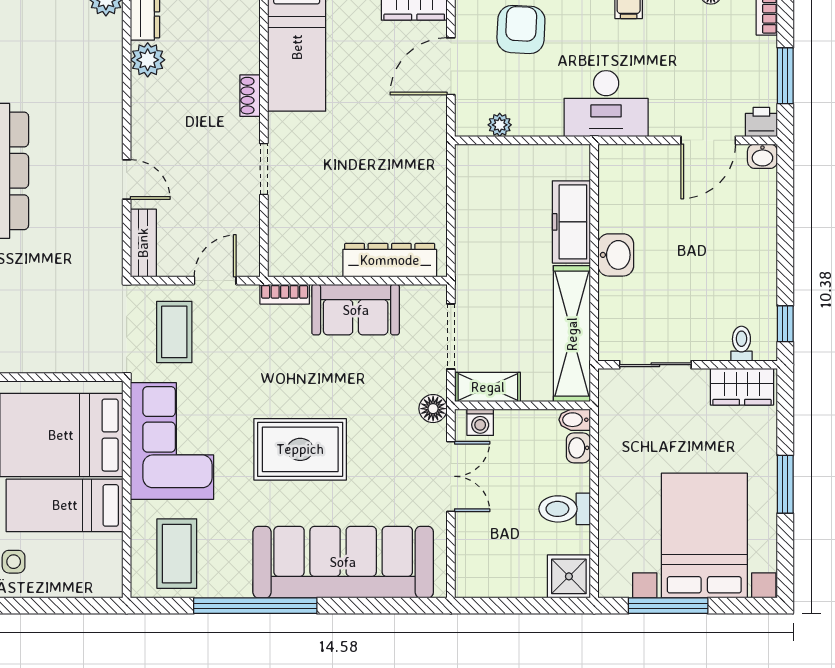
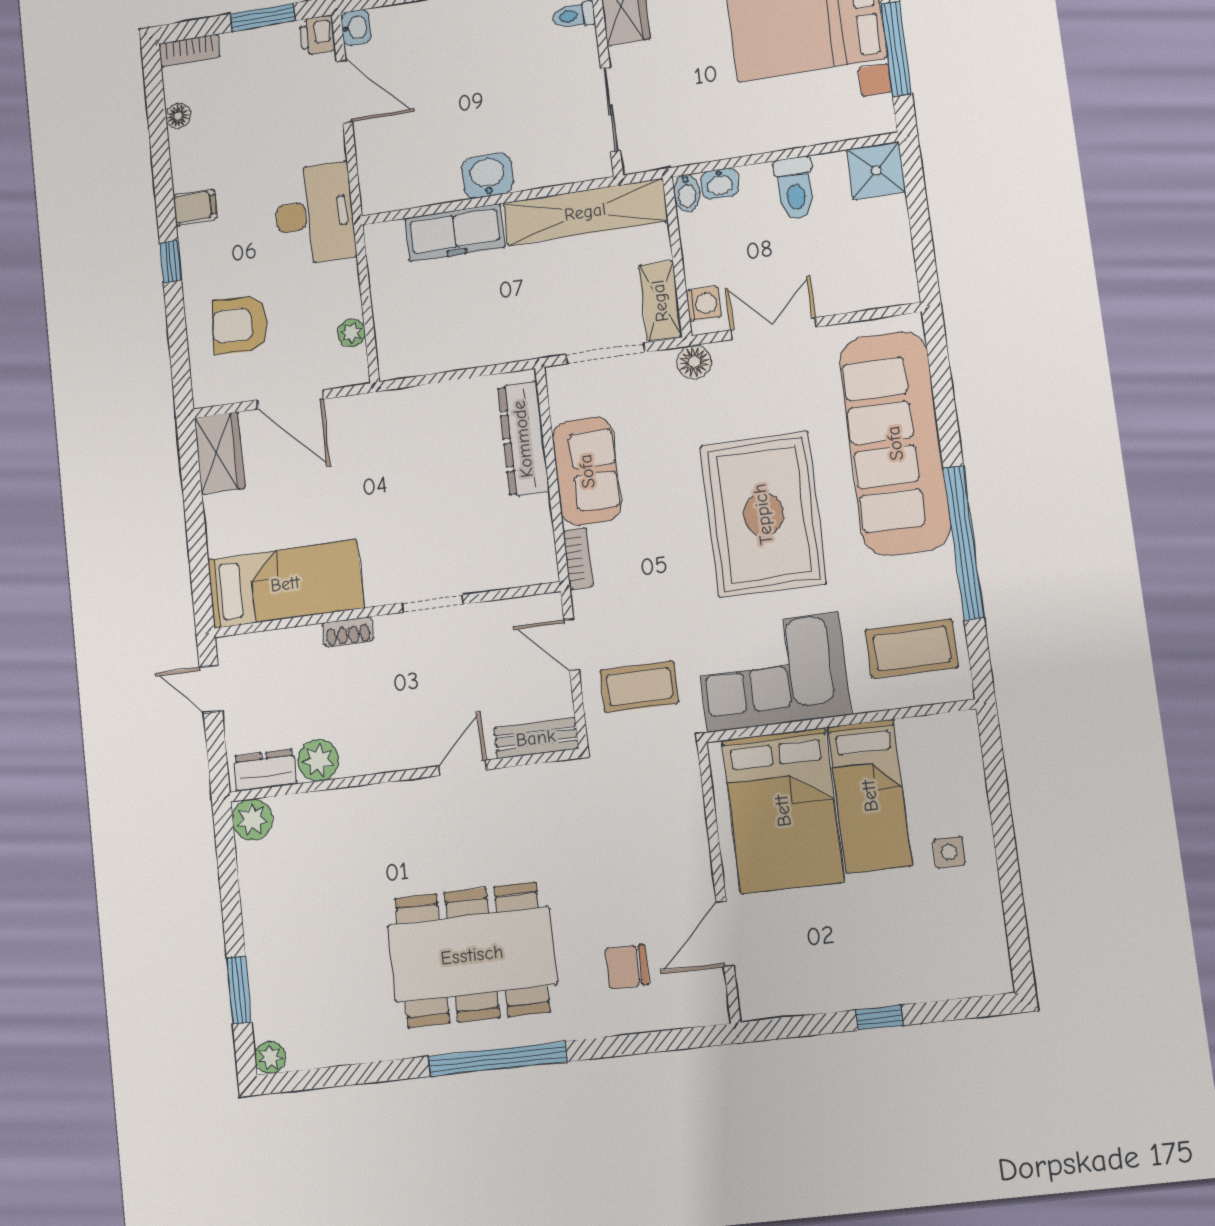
rug: (300, 449) -> (763, 514), width x1.37, depth x1.44

